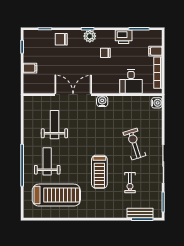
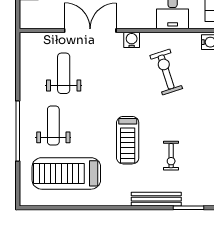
exercise bike: (134, 144) -> (166, 72), moved
treadmill: (56, 195) -> (66, 173), turned 180
bench: (140, 213) -> (156, 199), moved, width x1.36

